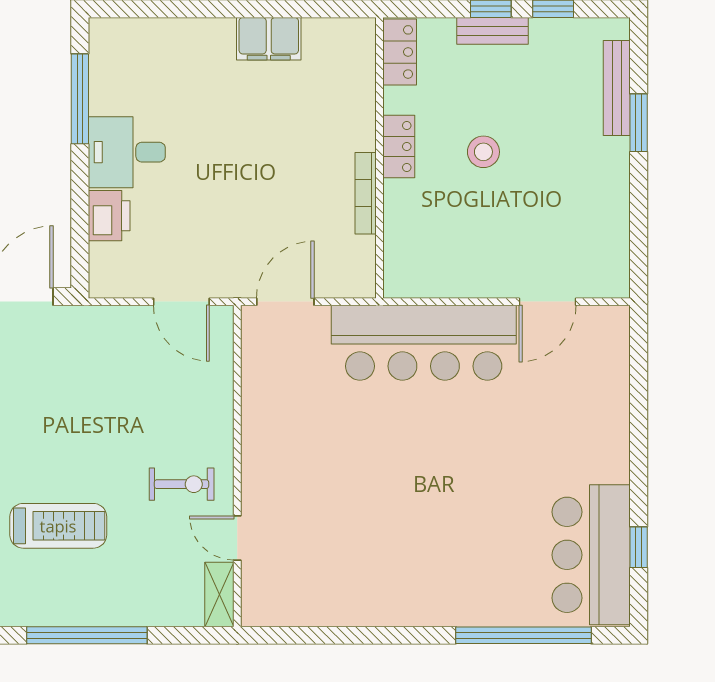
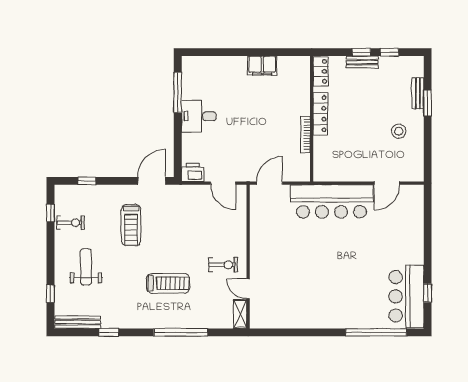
bench: (617, 88) -> (418, 93), width x0.73
locker: (399, 147) -> (320, 114), width x1.53
stool: (483, 152) -> (399, 131), moved
printer: (109, 216) -> (193, 172), moved, turned -90

